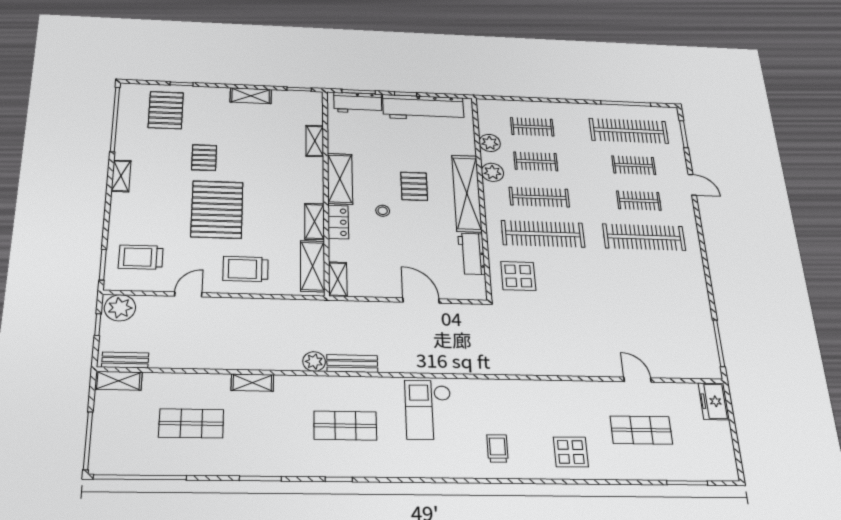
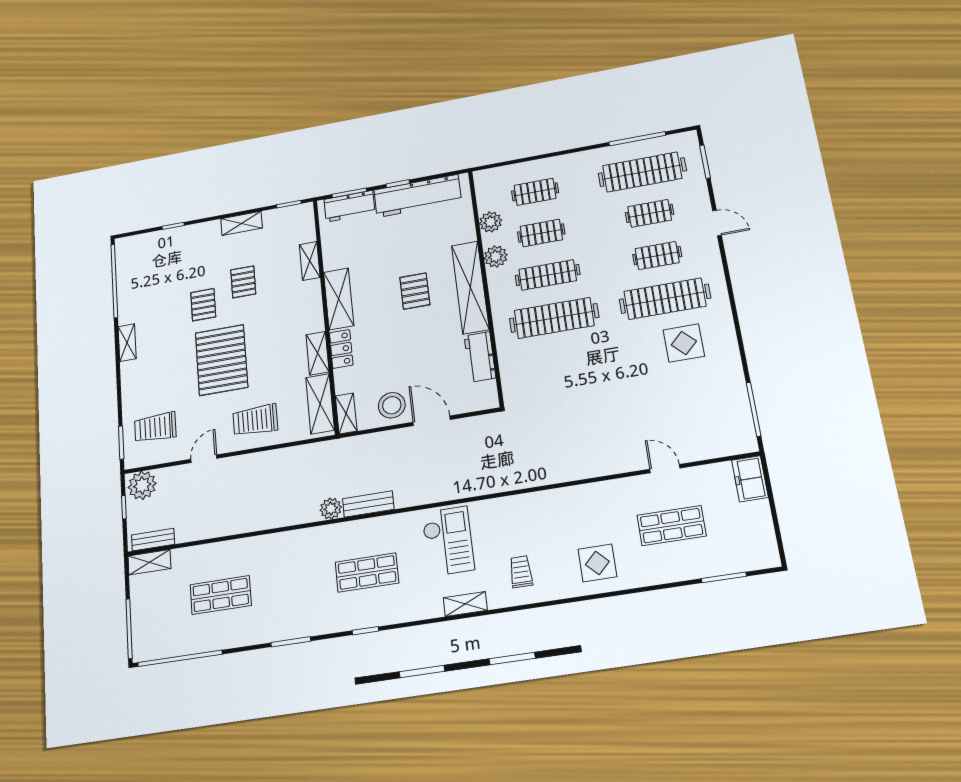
pallet: (166, 110) -> (243, 282), moved, width x0.67, depth x0.71
stool: (383, 211) -> (392, 405), moved, width x1.89, depth x1.89
display table: (518, 276) -> (684, 343), moved
shelving: (252, 383) -> (465, 604), moved
checkout: (428, 410) -> (448, 541), turned 180

